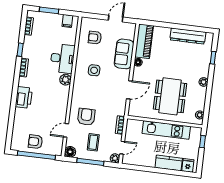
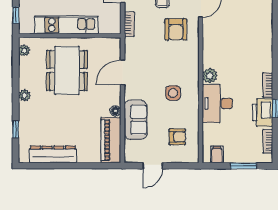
printer: (24, 97) -> (263, 112), moved

